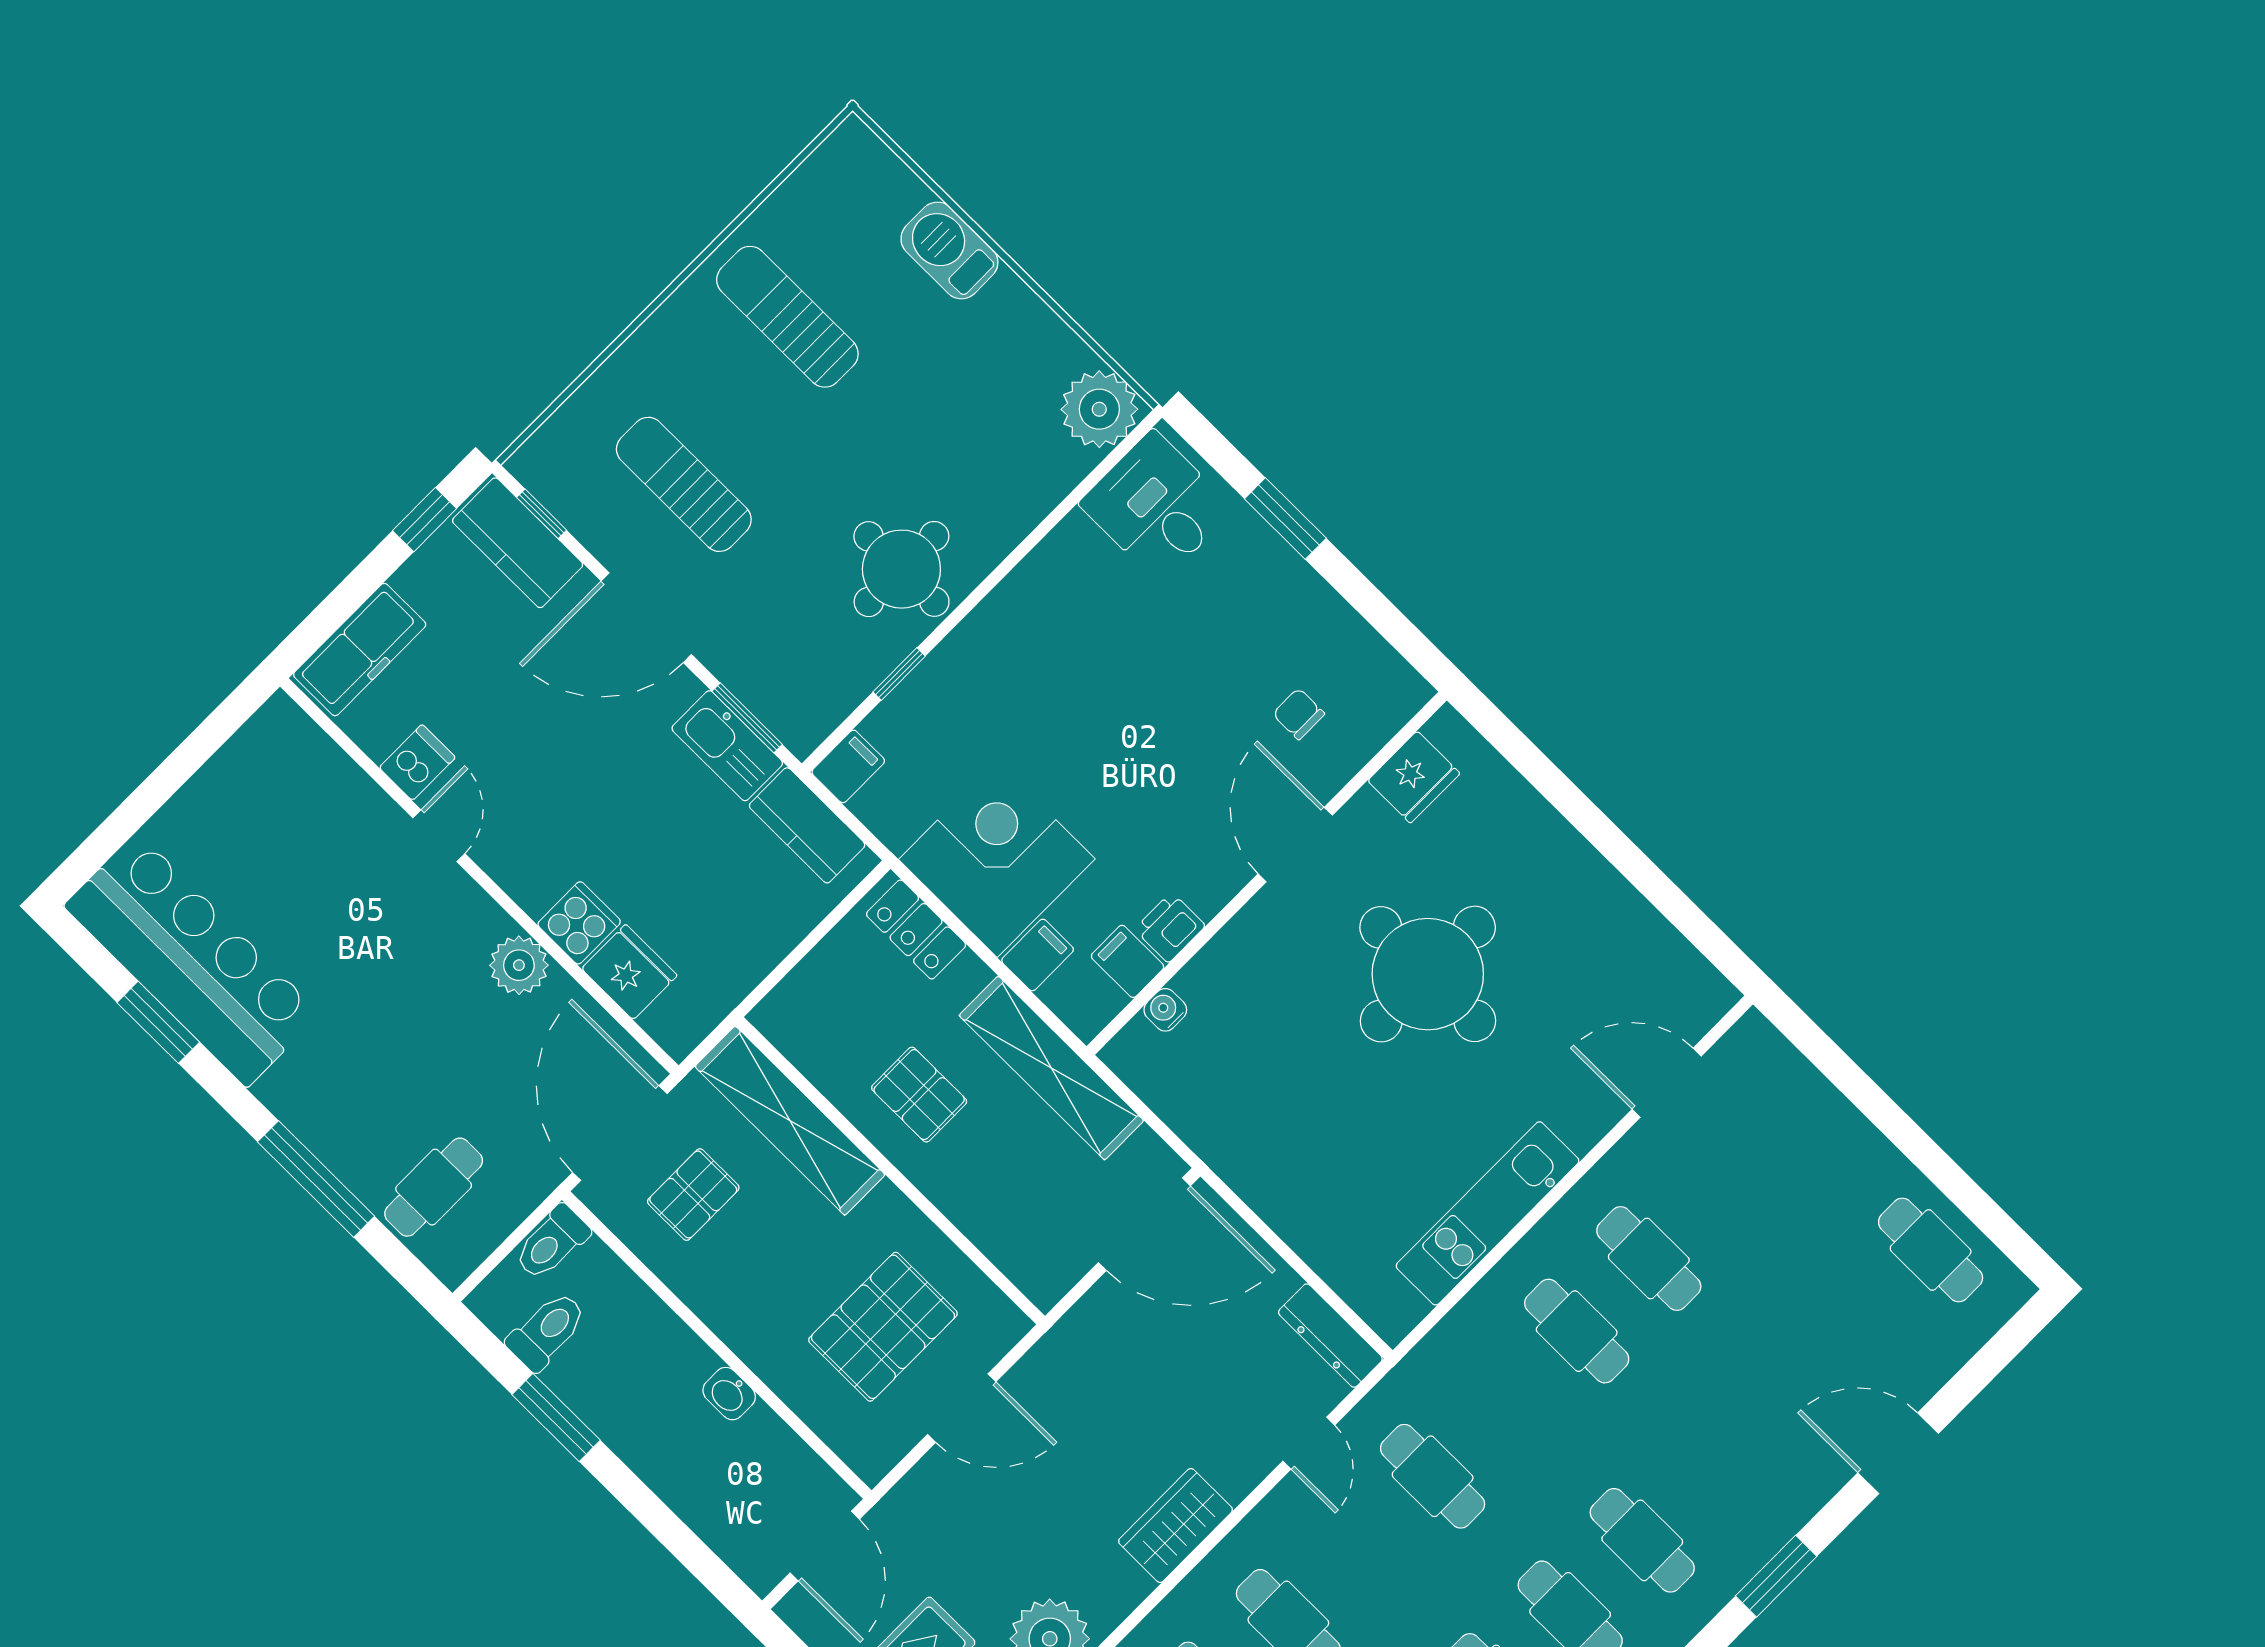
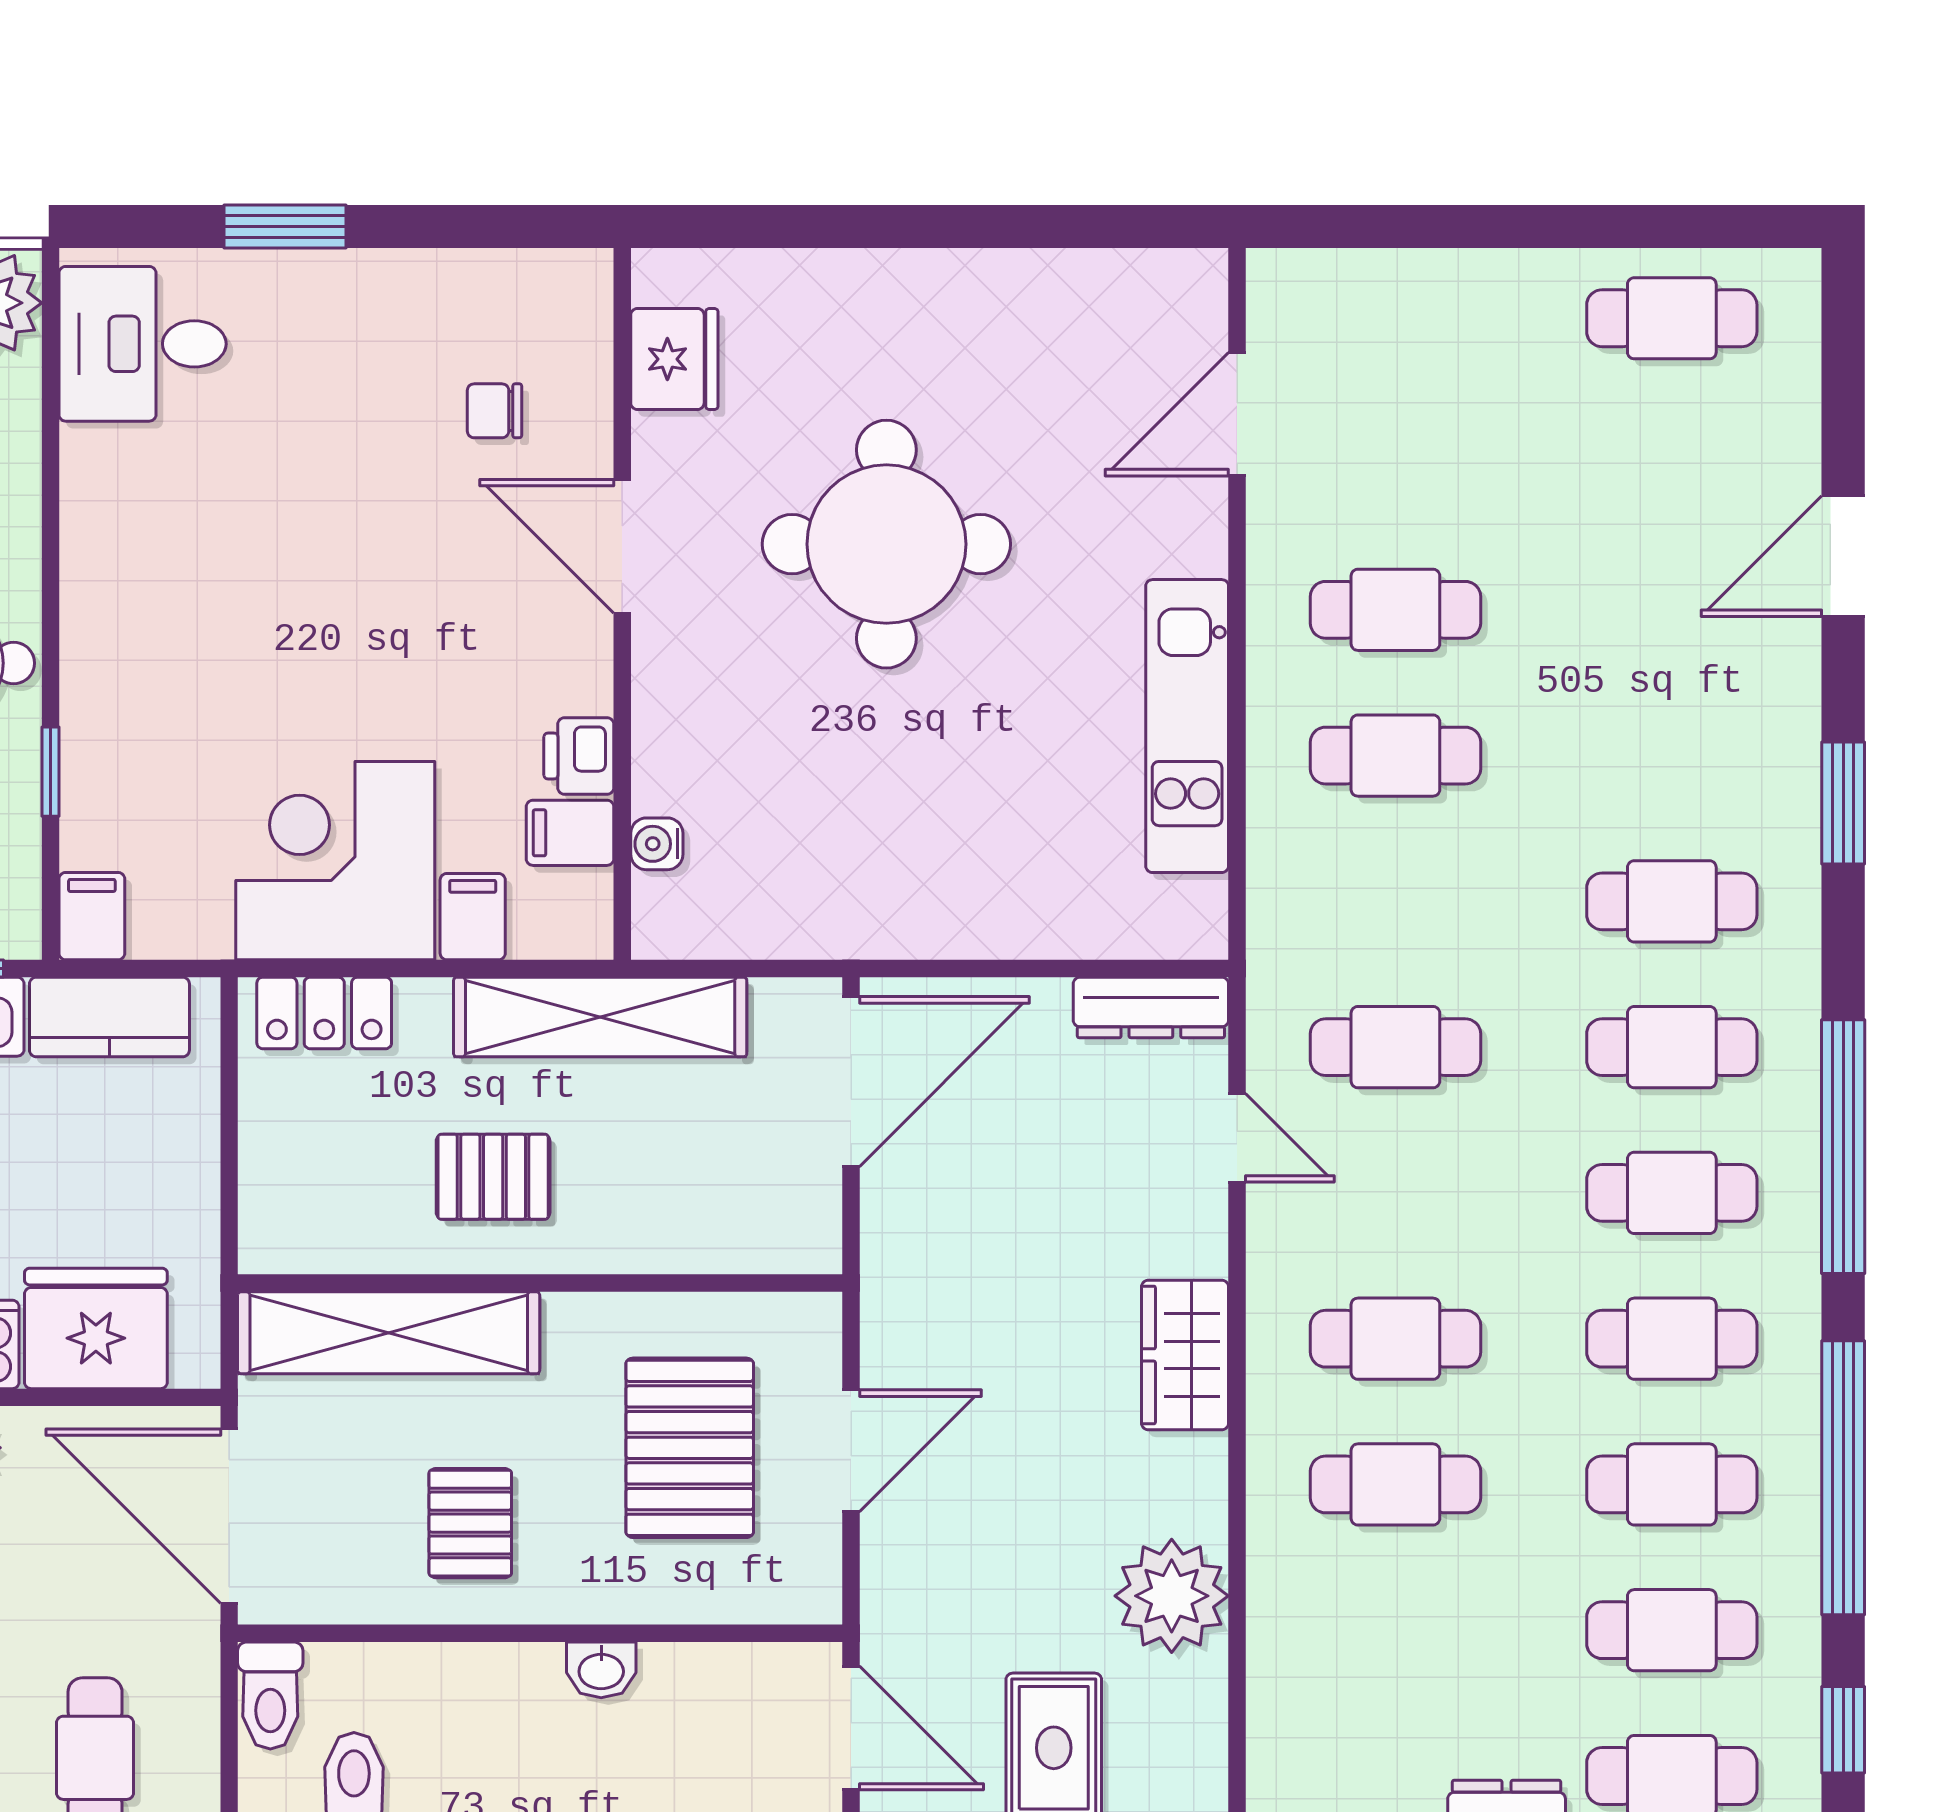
fridge: (629, 972) -> (96, 1328), width x1.36, depth x1.34
pallet: (693, 1195) -> (470, 1523), moved

